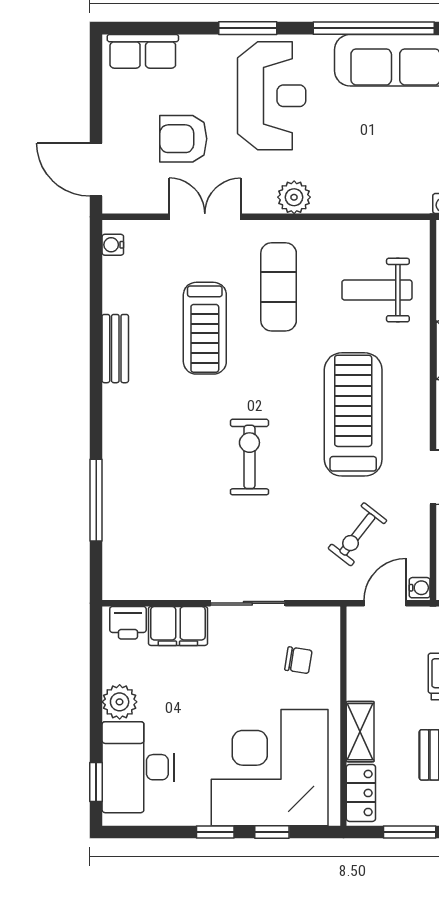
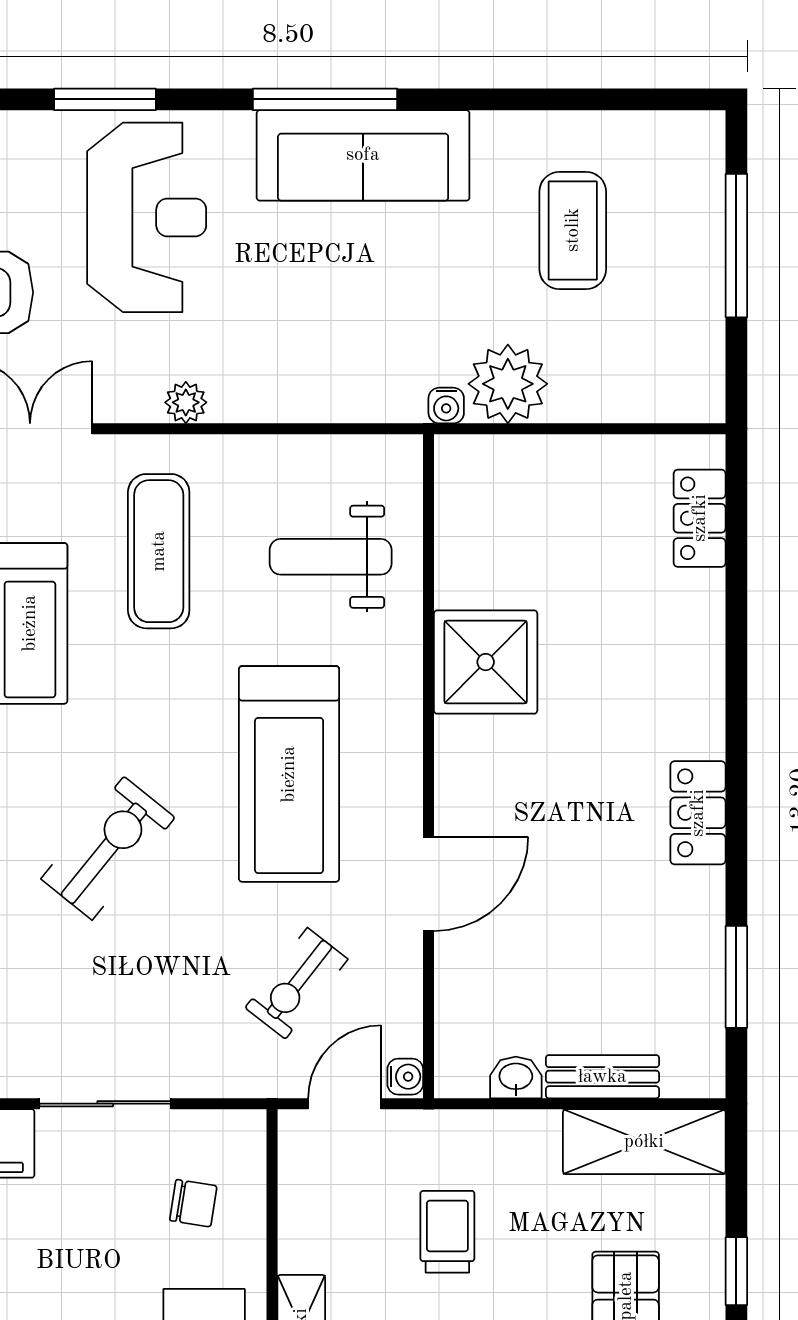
window: (374, 28) -> (325, 99), width x0.68
plant: (294, 197) -> (186, 402), width x0.73, depth x0.73
treadmill: (353, 414) -> (289, 774), turned 180
exercise bike: (249, 457) -> (108, 848), turned 39

